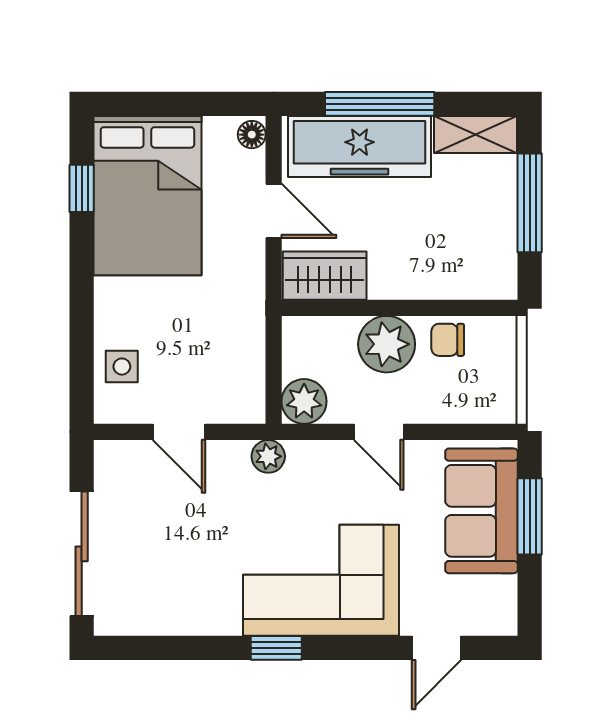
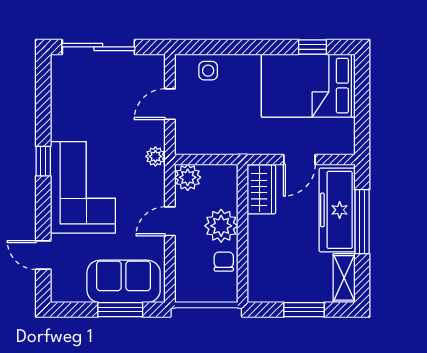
floor lamp: (252, 135) -> (344, 147), removed
window: (530, 203) -> (304, 310), width x0.69

